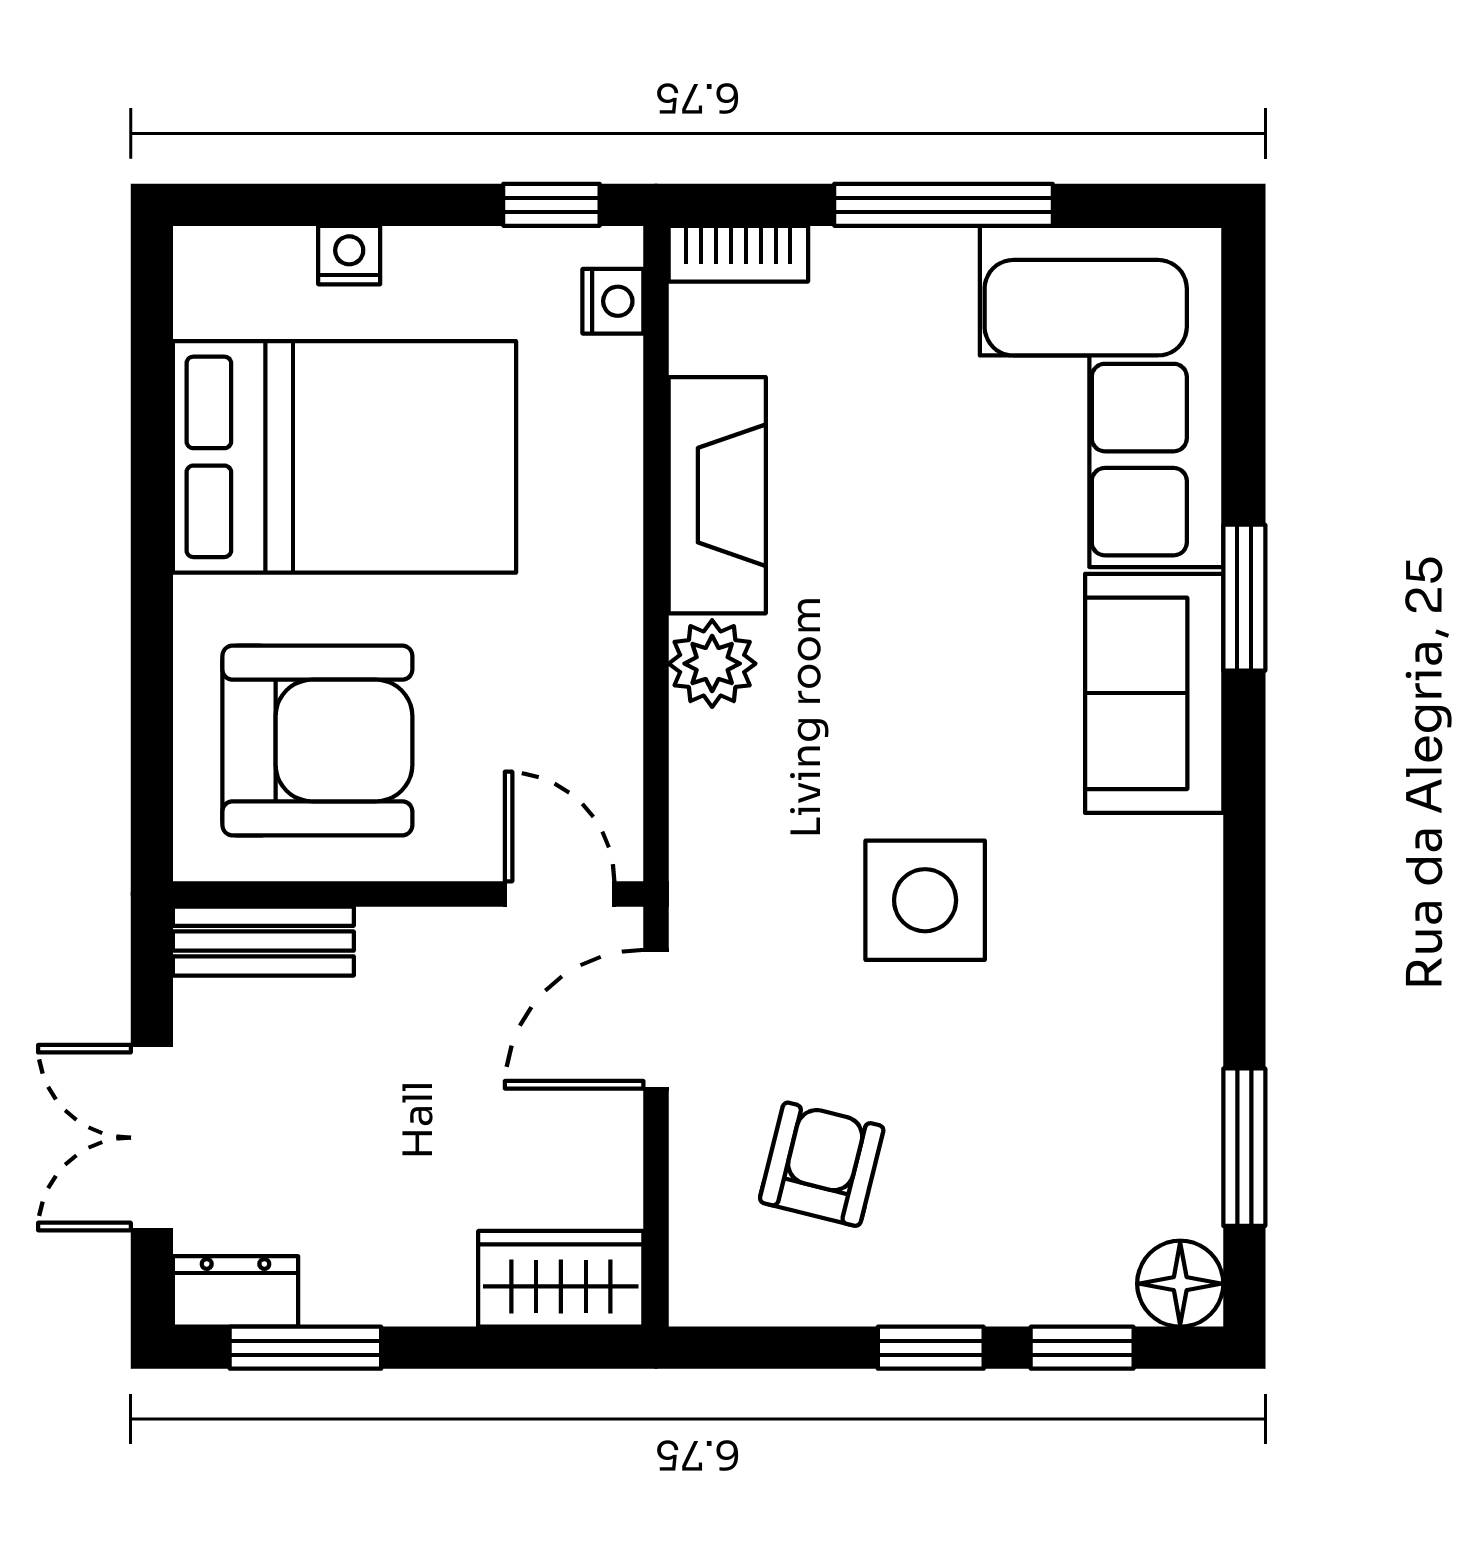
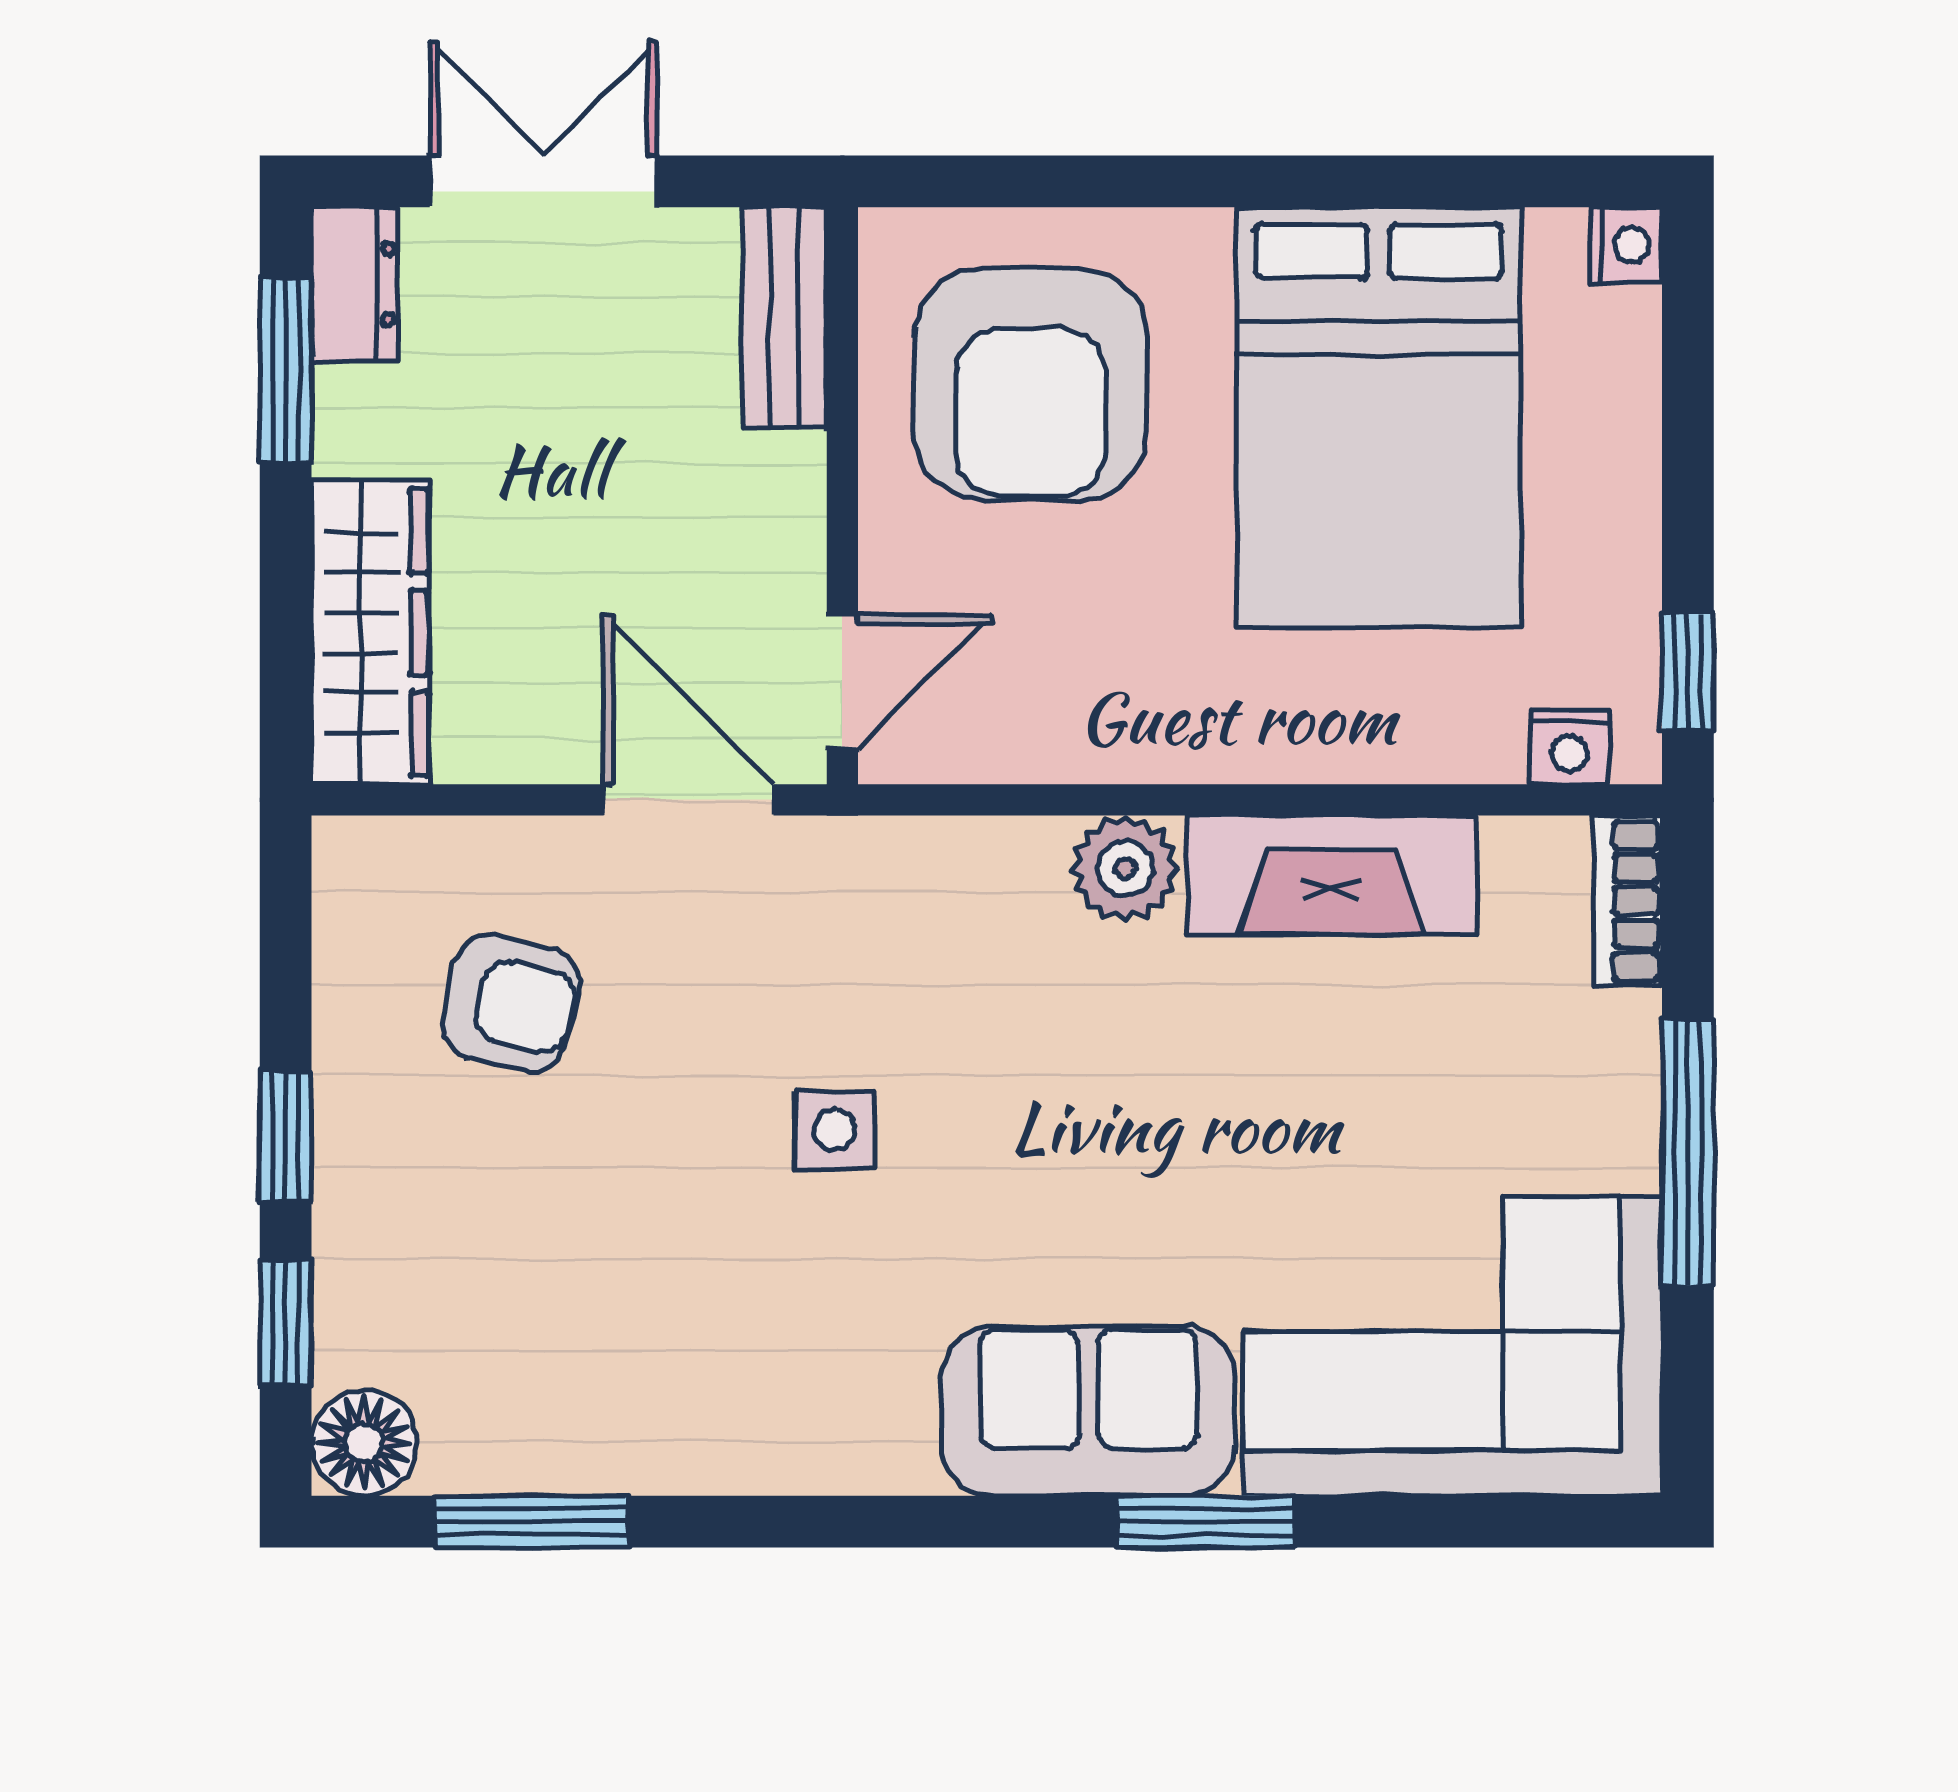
nightstand: (349, 255) -> (1626, 245), moved
side table: (925, 900) -> (835, 1130), width x0.54, depth x0.54
wardrobe: (561, 1279) -> (370, 632), width x1.50

